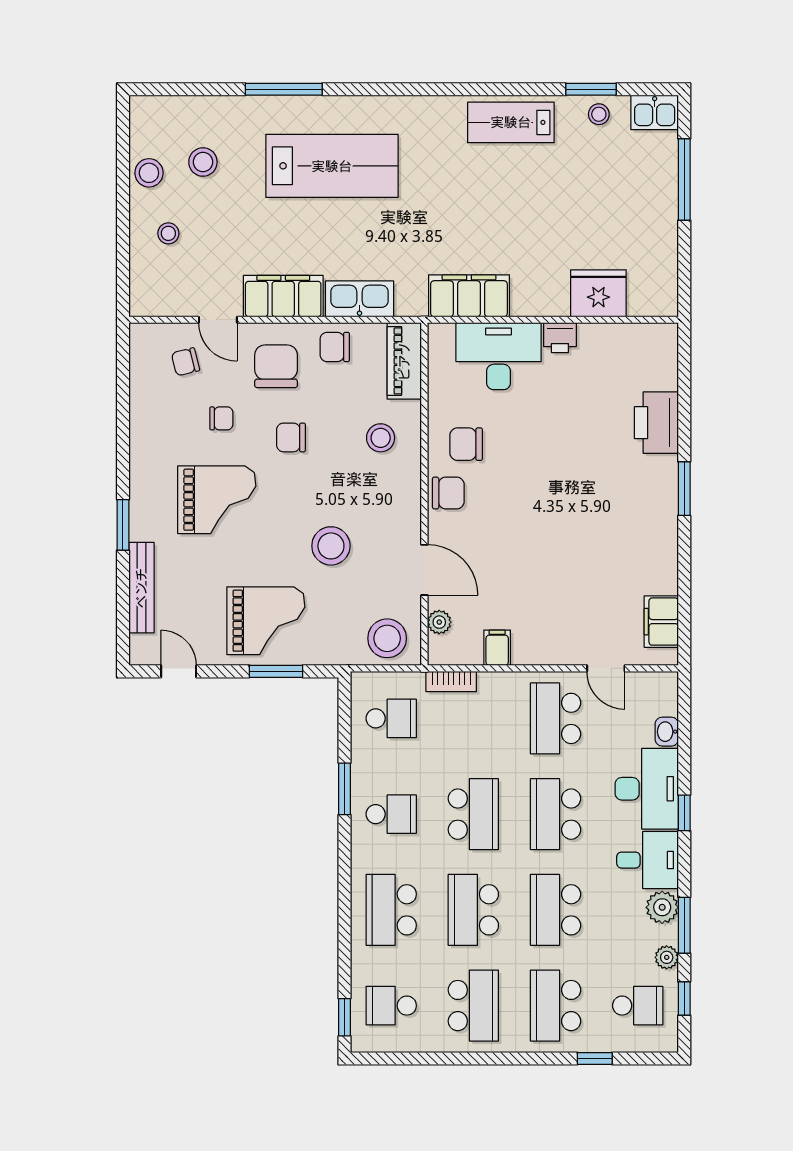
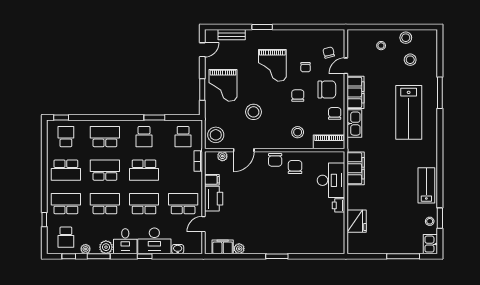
printer: (656, 423) -> (214, 199), moved, turned 90
plant: (666, 581) -> (239, 249), added
bench: (141, 588) -> (232, 35), width x0.73

